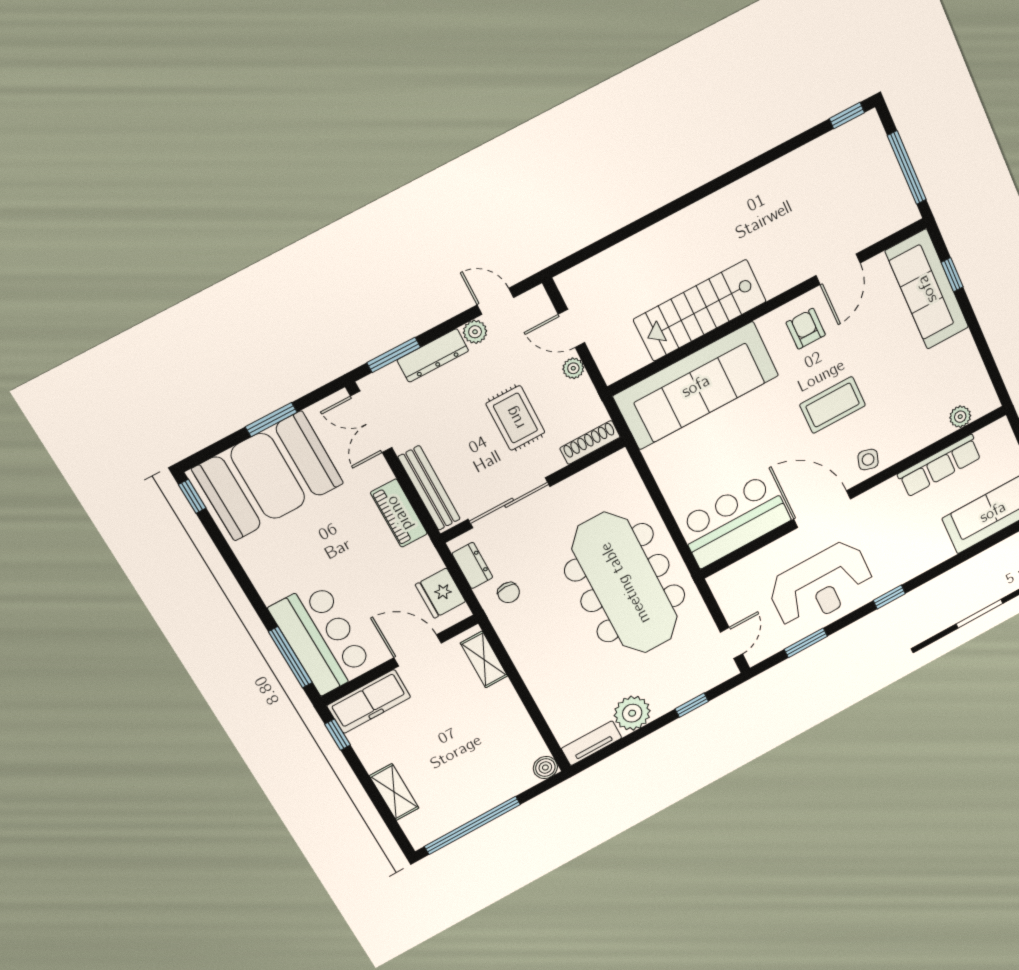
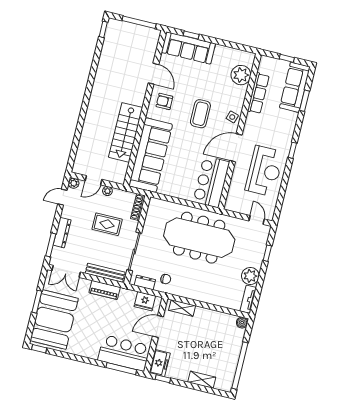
plant: (475, 332) -> (74, 183), moved
plant: (960, 417) -> (241, 75), width x1.88, depth x1.88
window: (806, 643) -> (304, 101), moved
freezer: (369, 701) -> (160, 363), width x0.71

